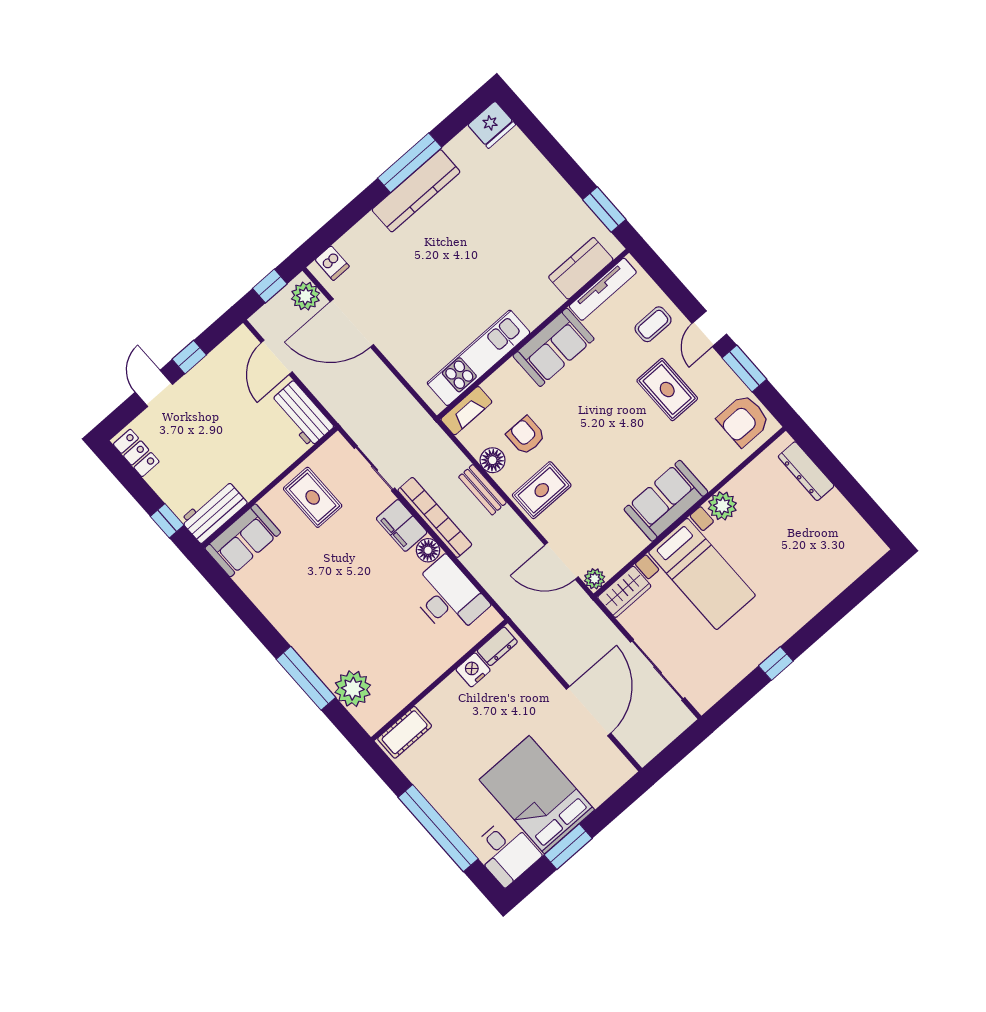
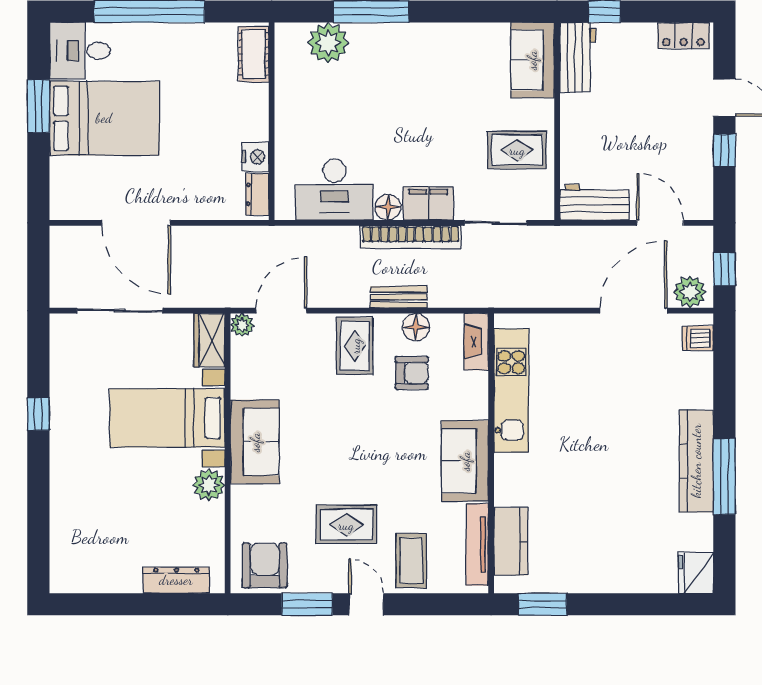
coffee table: (653, 324) -> (411, 561), width x1.36, depth x1.30

